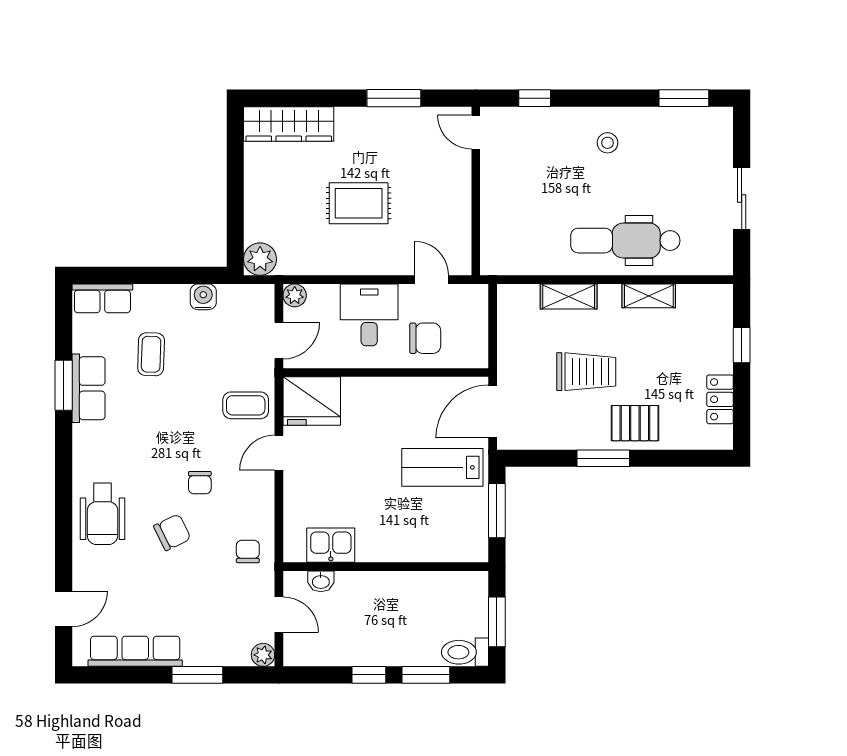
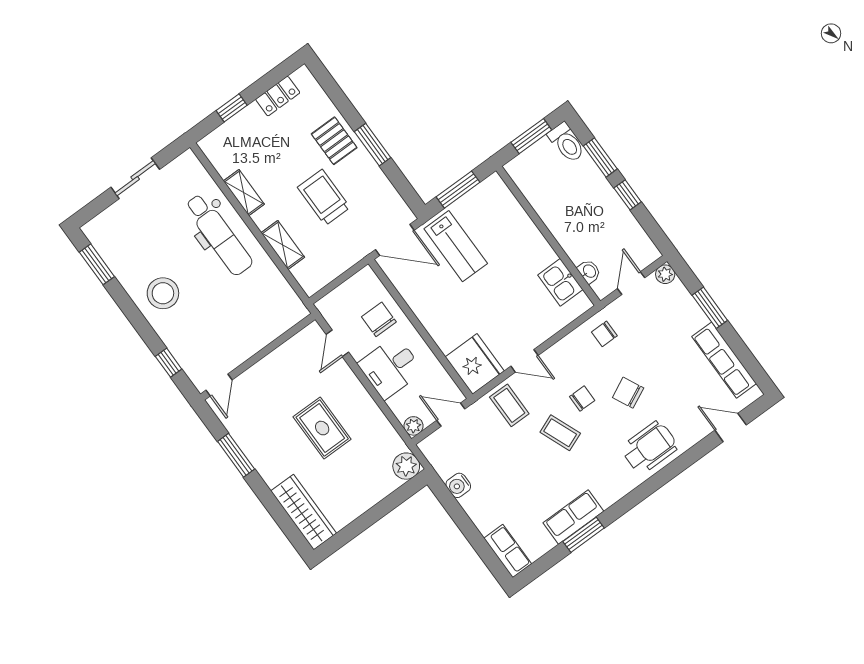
stool: (607, 143) -> (163, 293), width x1.89, depth x1.89
coffee table: (151, 354) -> (560, 433), moved, turned 66

